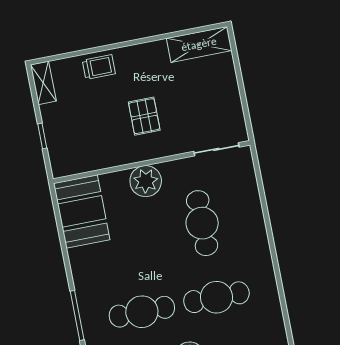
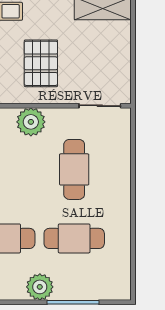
pallet: (144, 116) -> (41, 63), width x1.50, depth x1.42

